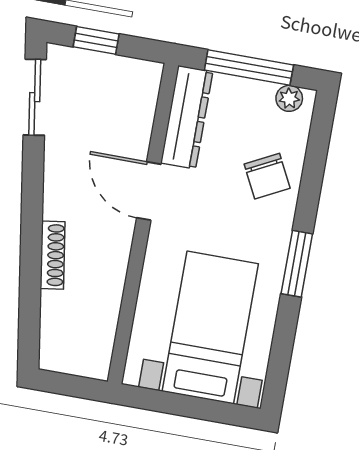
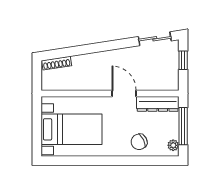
door: (149, 191) -> (124, 93), hinge flipped
shoe rack: (53, 255) -> (57, 63), moved
window: (297, 264) -> (105, 161), removed

